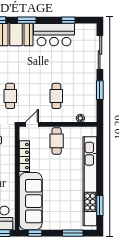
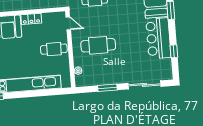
cafe table: (56, 96) -> (98, 45), width x1.37, depth x1.35
locker: (24, 156) -> (31, 19), width x0.66

